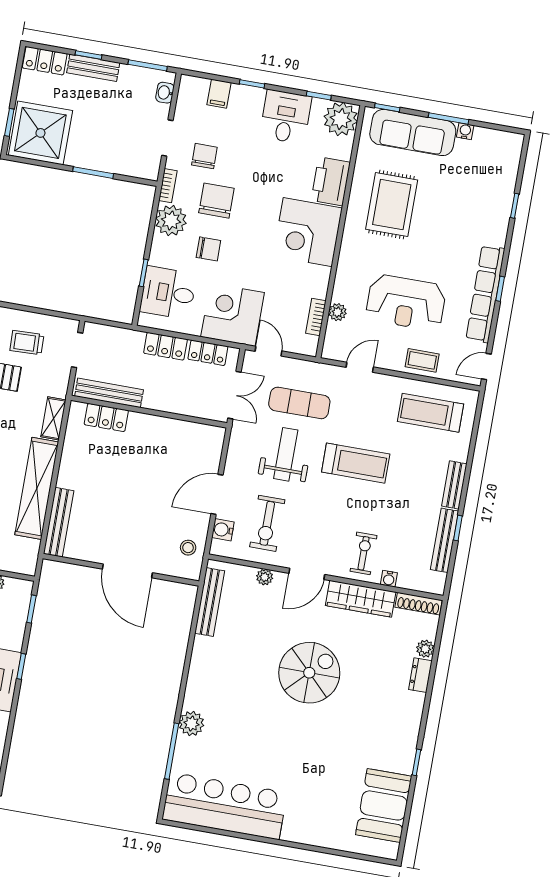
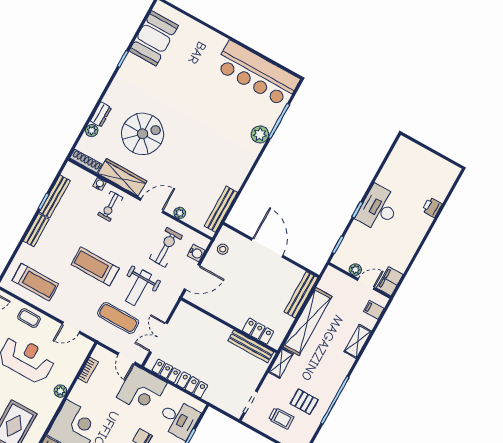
plant: (338, 312) -> (60, 391), moved
bench: (109, 393) -> (251, 346), moved
wall: (149, 412) -> (229, 325), moved
locker: (106, 417) -> (258, 331), moved
spiral stairs: (309, 673) -> (143, 134), moved, turned 180

